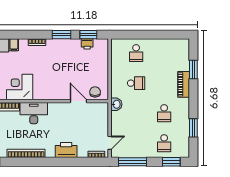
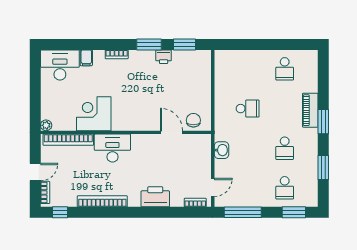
printer: (87, 44) -> (164, 57), moved
school desk: (136, 53) -> (285, 69), moved
window: (193, 70) -> (323, 122), moved
washbasin: (116, 104) -> (221, 150), moved

